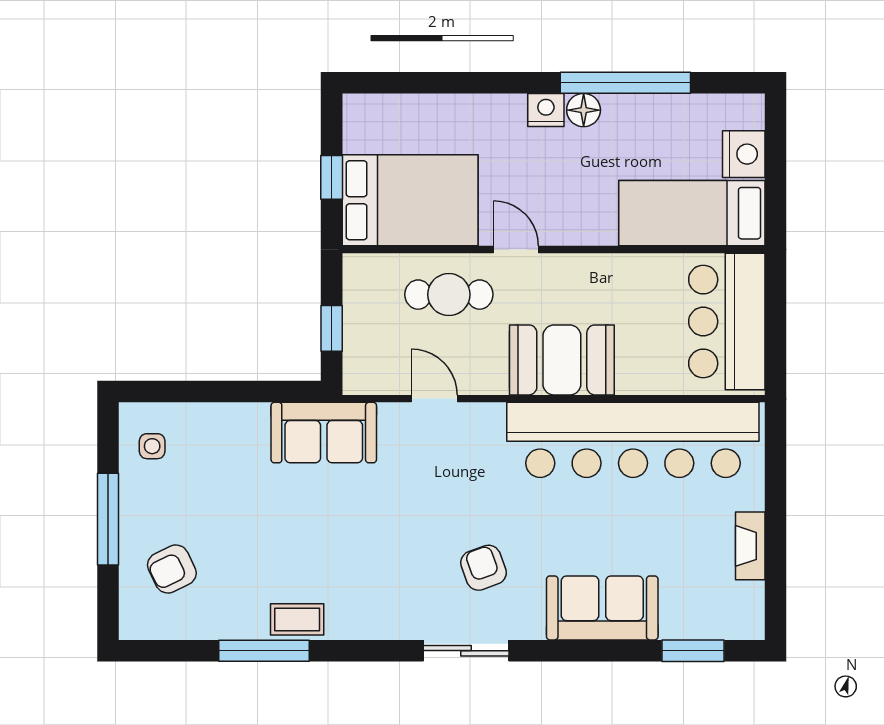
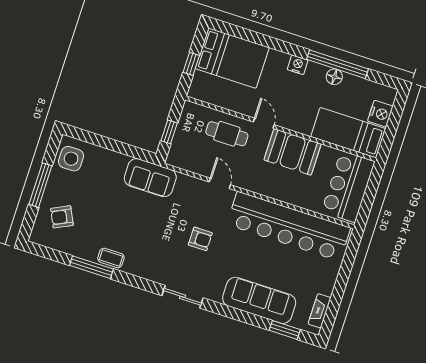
floor lamp: (584, 110) -> (334, 77), moved
bed: (410, 200) -> (232, 58), moved
booth: (562, 360) -> (293, 152), moved
door: (434, 399) -> (220, 183), moved
side table: (152, 446) -> (71, 159), width x1.87, depth x1.87
fireplace: (750, 546) -> (319, 311), moved
armchair: (483, 568) -> (200, 239), moved, turned 110
sofa: (602, 608) -> (259, 300), width x1.36

